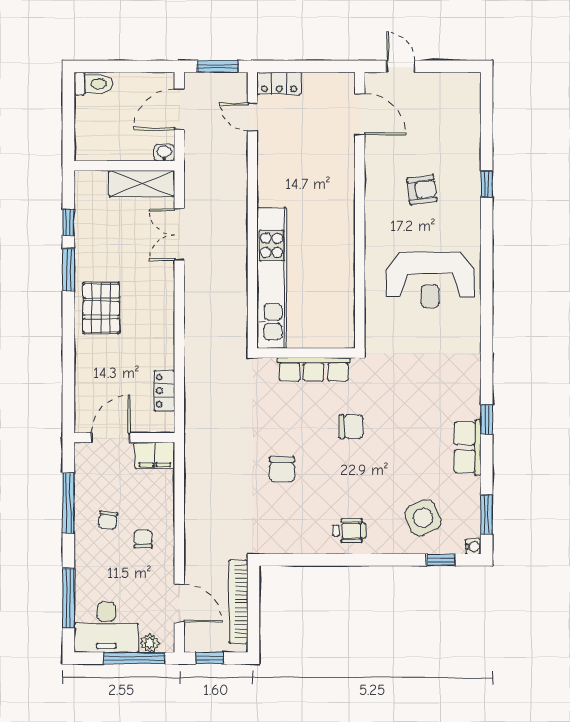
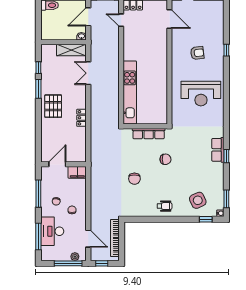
locker: (164, 391) -> (82, 118), moved
row of seats: (468, 447) -> (218, 150), moved
desk: (106, 627) -> (52, 231), moved, turned 90

